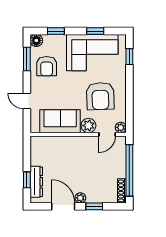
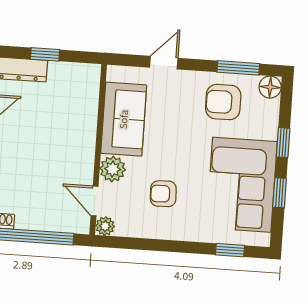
window: (56, 31) -> (283, 143), moved
armchair: (100, 96) -> (163, 194), width x0.53, depth x0.53
window: (27, 180) -> (45, 54), moved

